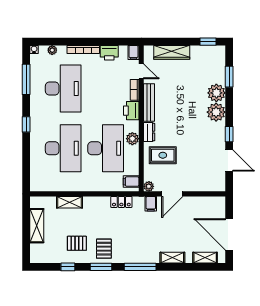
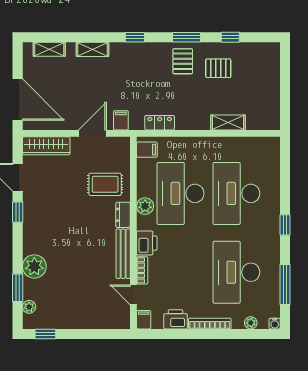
wardrobe: (172, 52) -> (46, 146), moved, turned 180
plant: (216, 112) -> (29, 307), moved, width x0.53, depth x0.53
plant: (149, 186) -> (123, 143), removed
shelving: (37, 226) -> (271, 92), removed
door: (229, 234) -> (18, 100), moved
window: (140, 267) -> (135, 37), width x0.46

